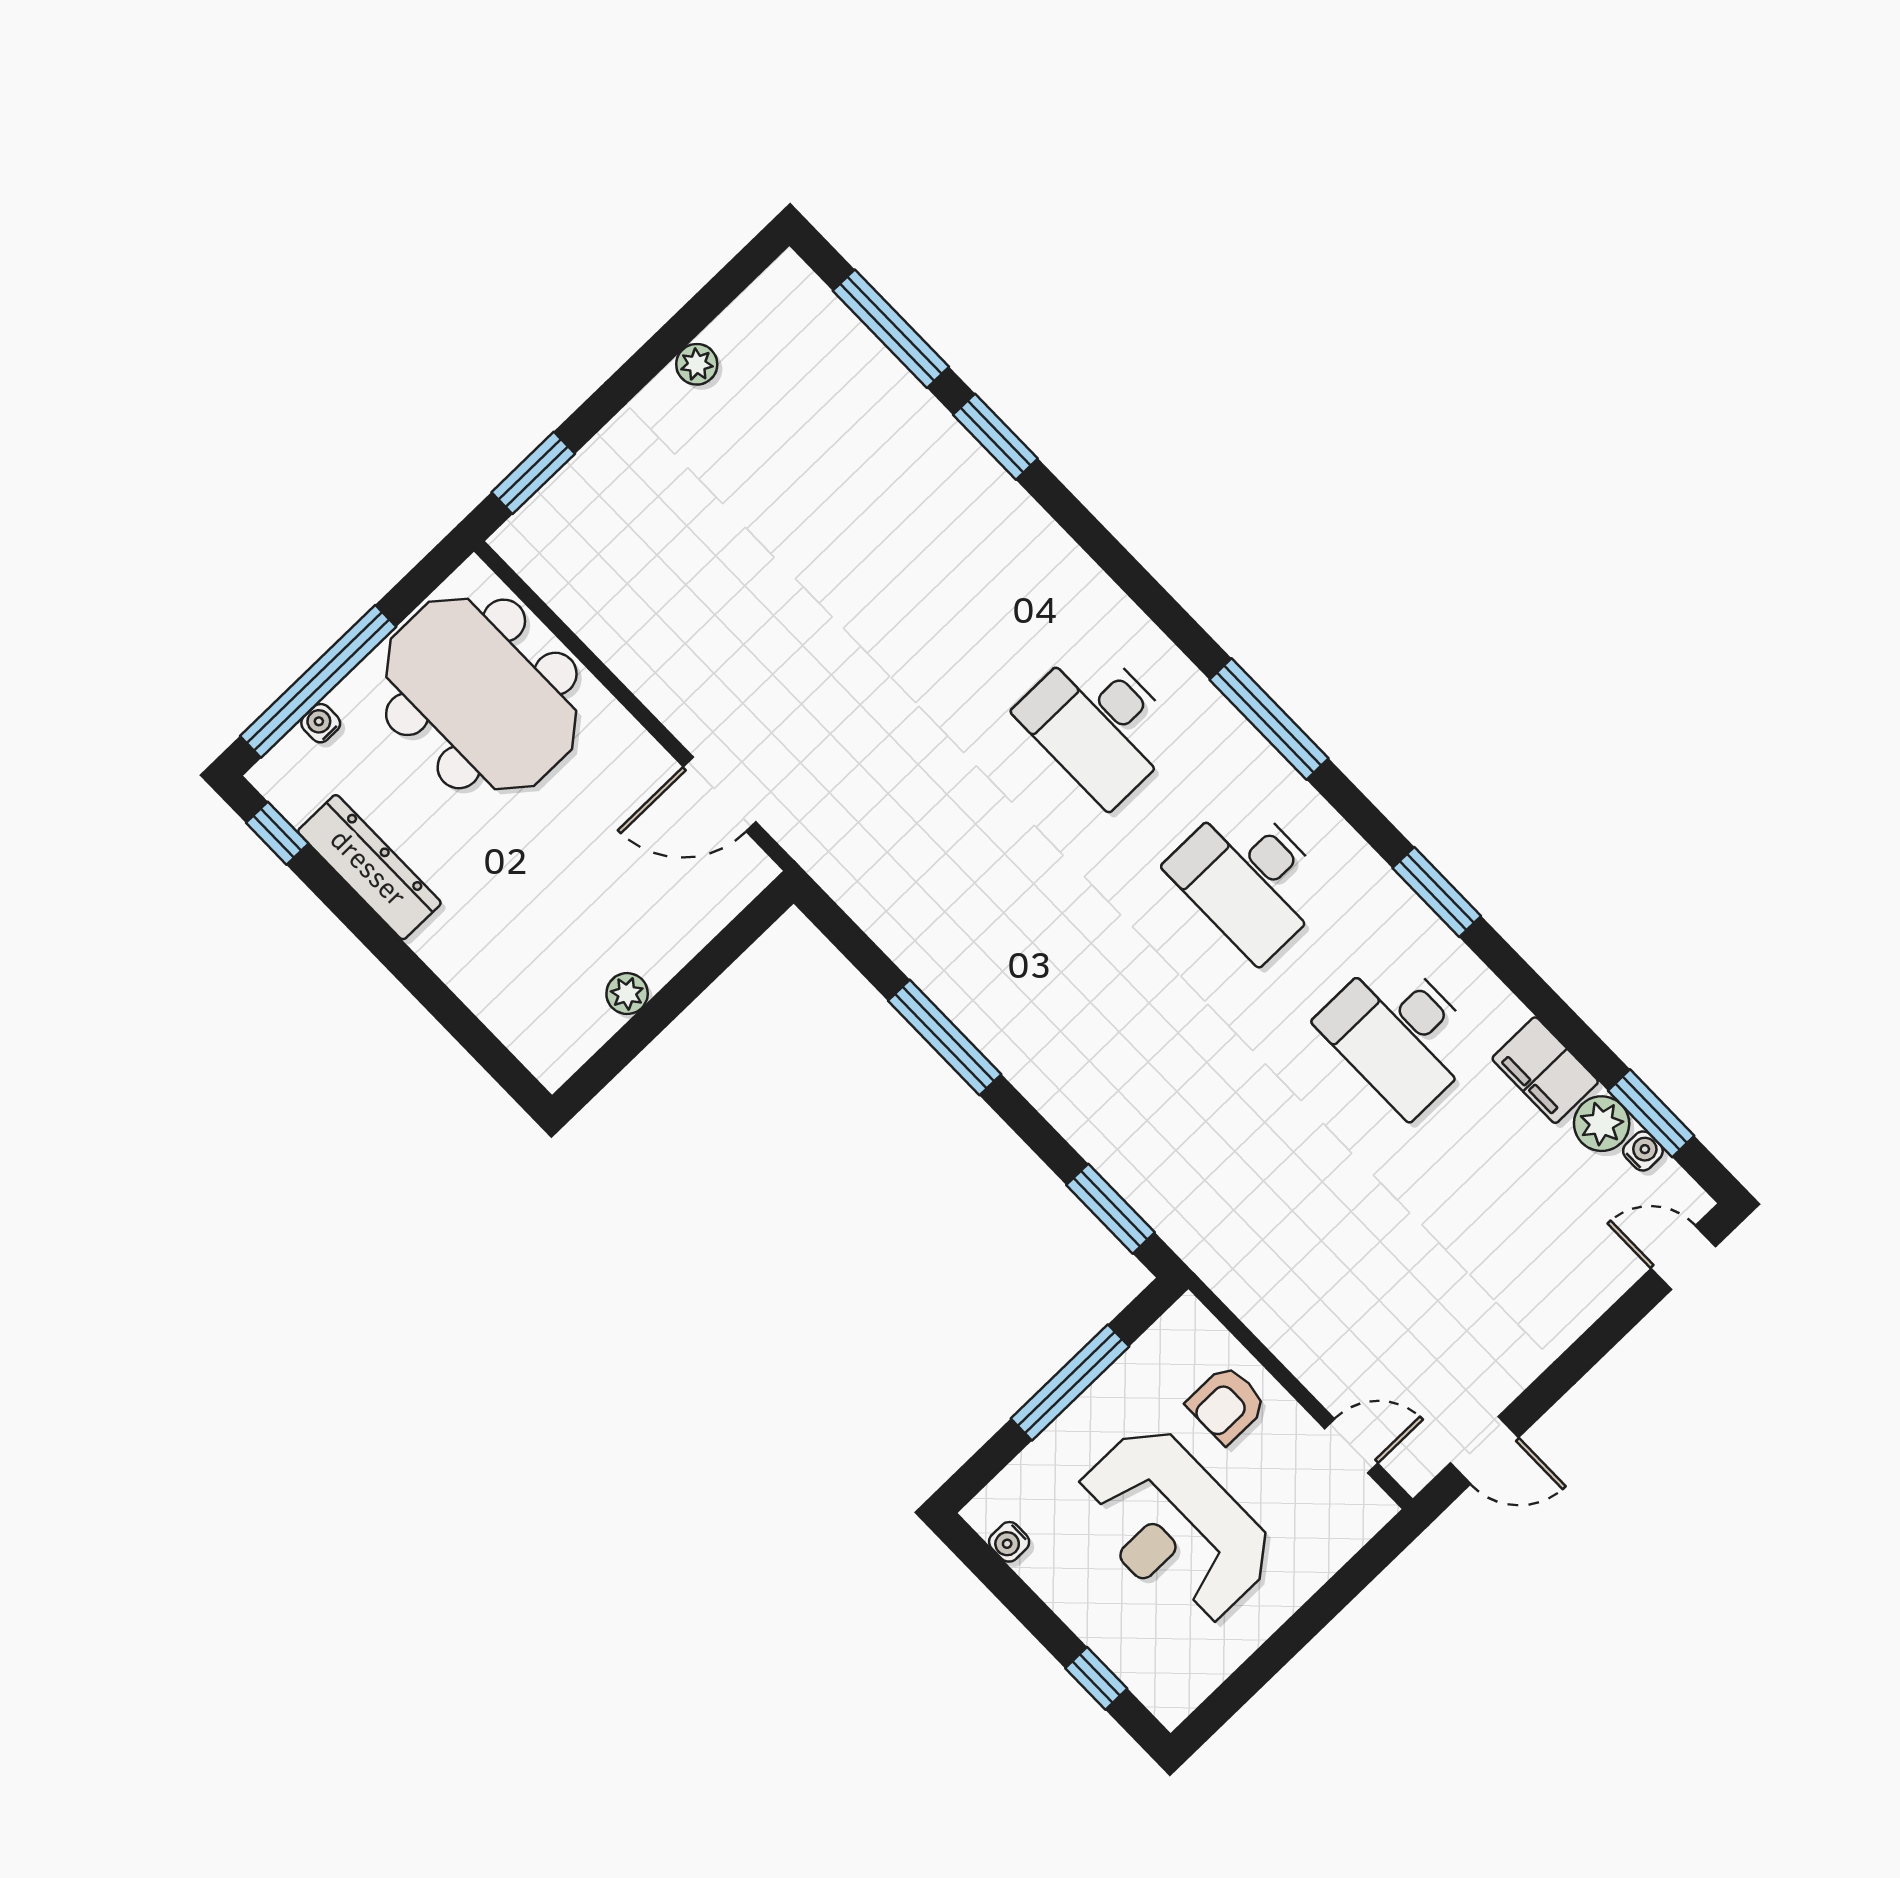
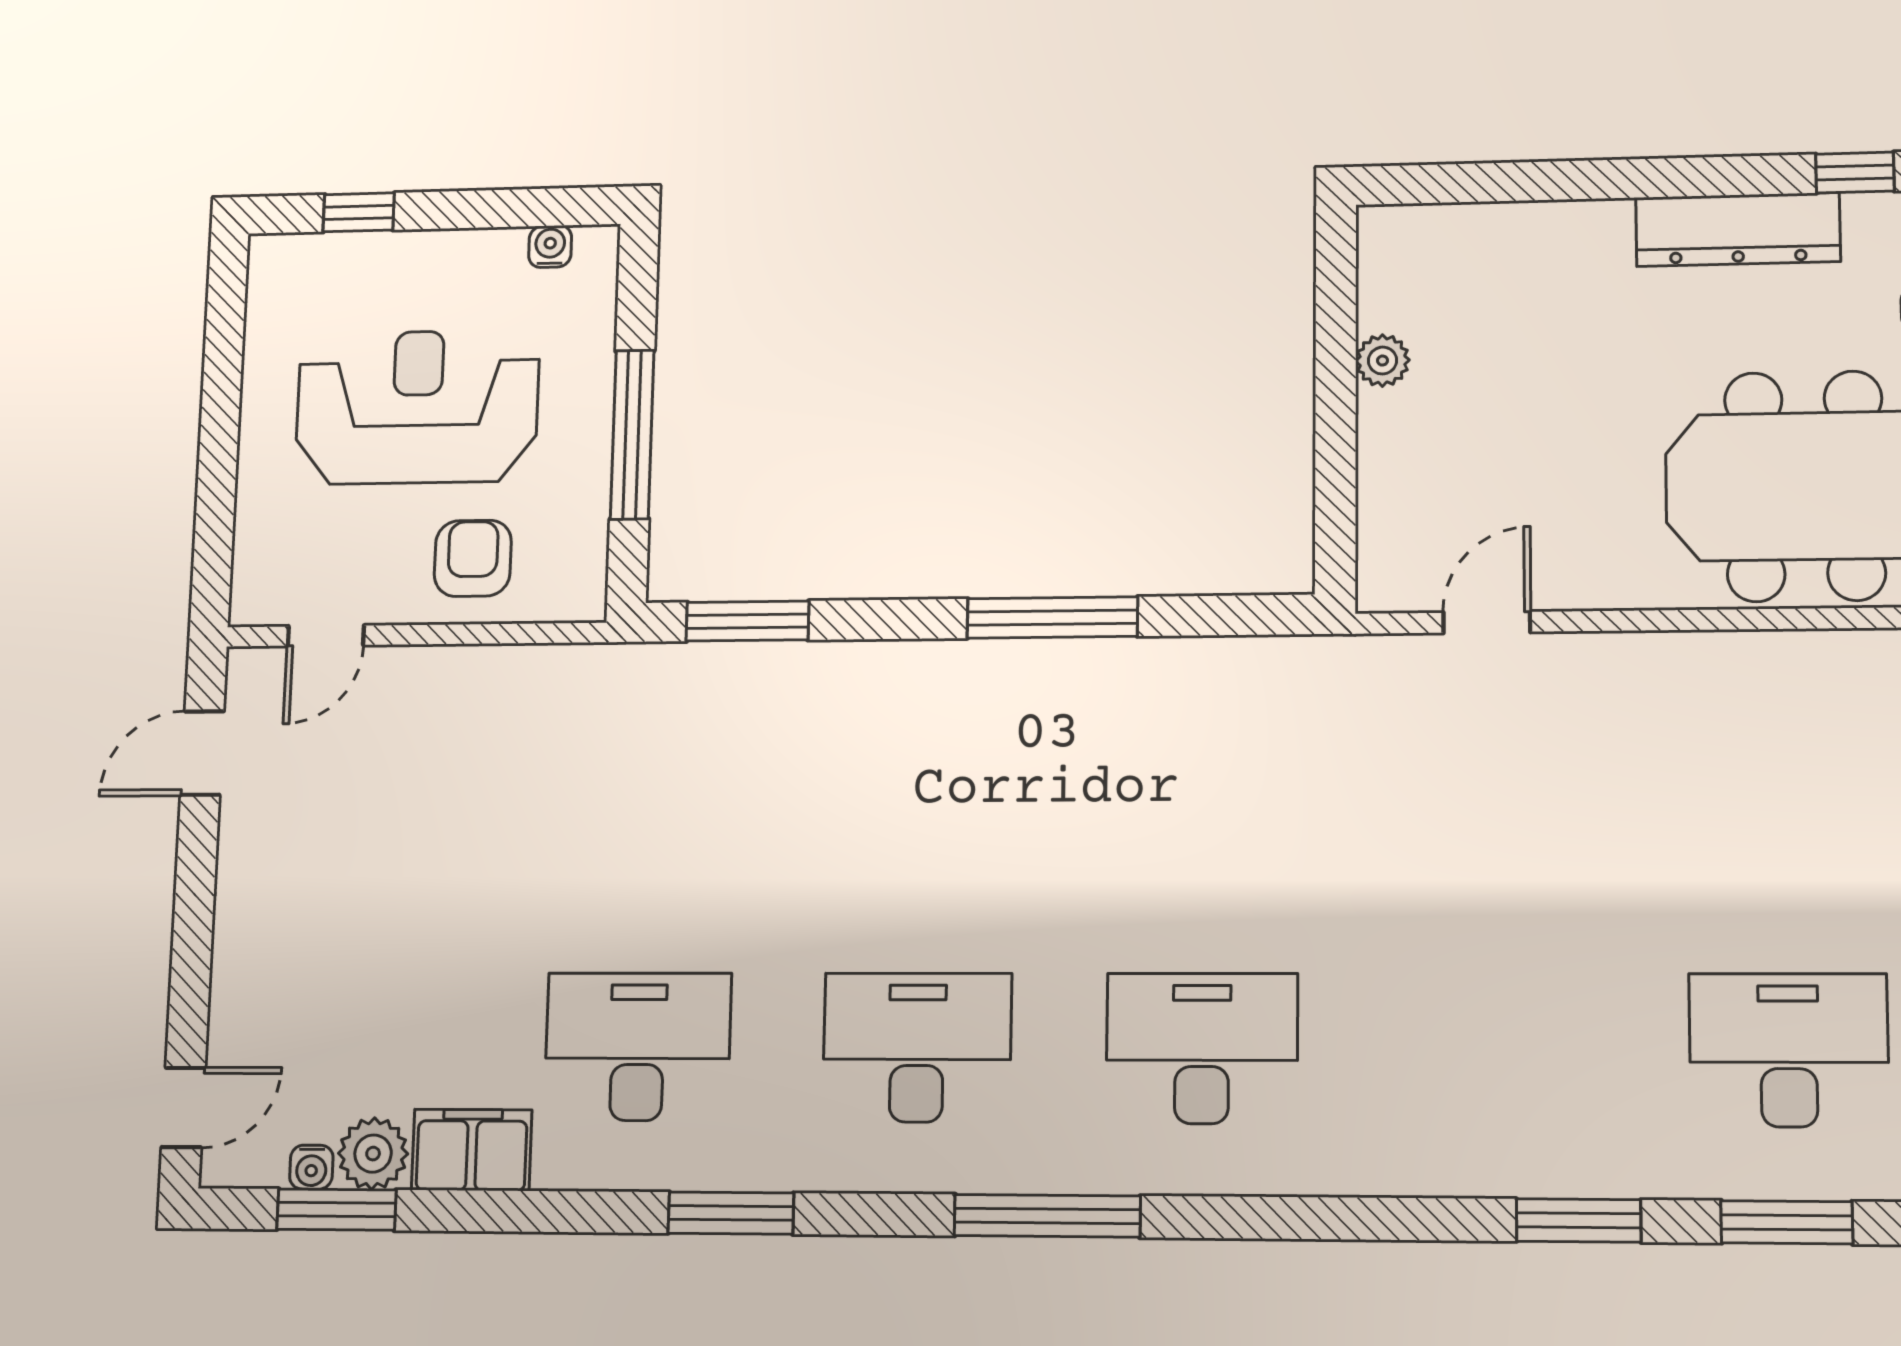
window: (891, 329) -> (1787, 1222), width x0.69
desk: (799, 413) -> (1789, 1050), added
door: (720, 794) -> (1487, 622), width x0.73

